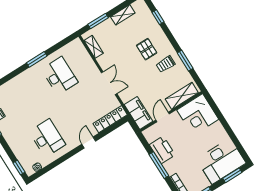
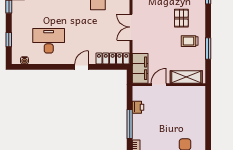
double door: (109, 83) -> (131, 27), swing flipped
corner desk: (198, 115) -> (190, 101), removed
desk: (47, 138) -> (49, 41), turned -90
printer: (162, 150) -> (138, 107), width x0.53, depth x0.68
window: (19, 167) -> (9, 40), moved

